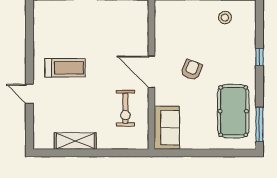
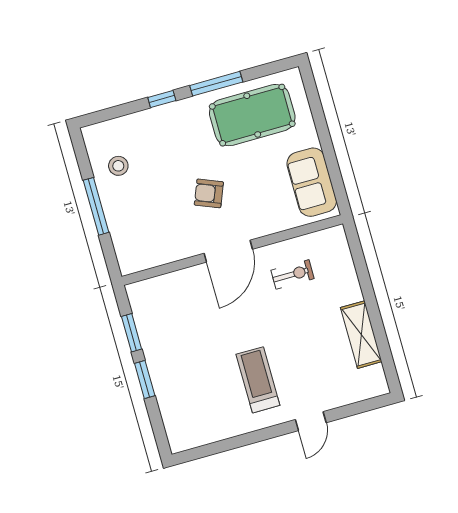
exercise bike: (125, 108) -> (293, 274), width x0.73, depth x0.72
window: (259, 125) -> (216, 84), moved
sofa: (167, 128) -> (312, 182), moved, turned -90

